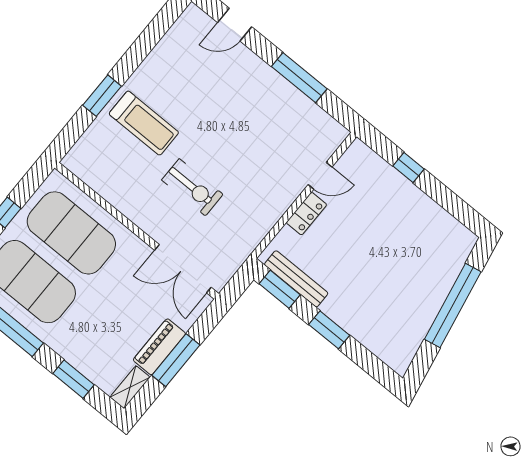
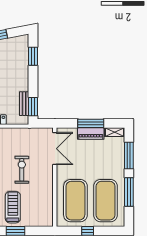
bench: (296, 279) -> (24, 104), width x0.73
window: (329, 330) -> (33, 56), moved
window: (74, 379) -> (129, 155), width x1.44

